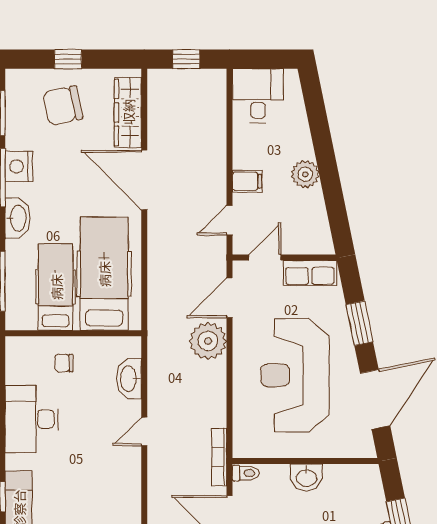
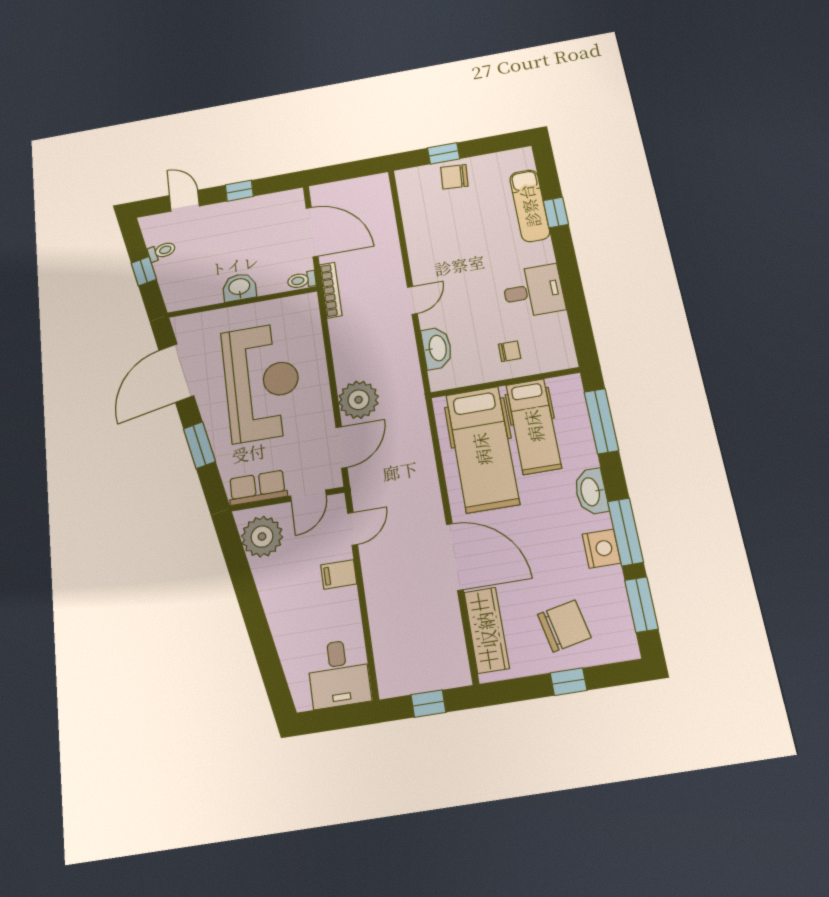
plant: (305, 174) -> (262, 537), moved, width x1.36, depth x1.36
desk: (32, 419) -> (533, 291), width x0.73

